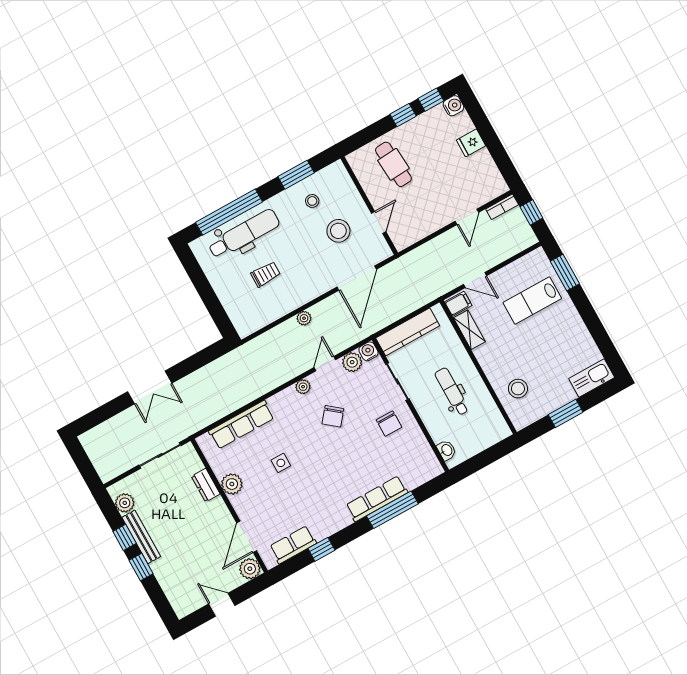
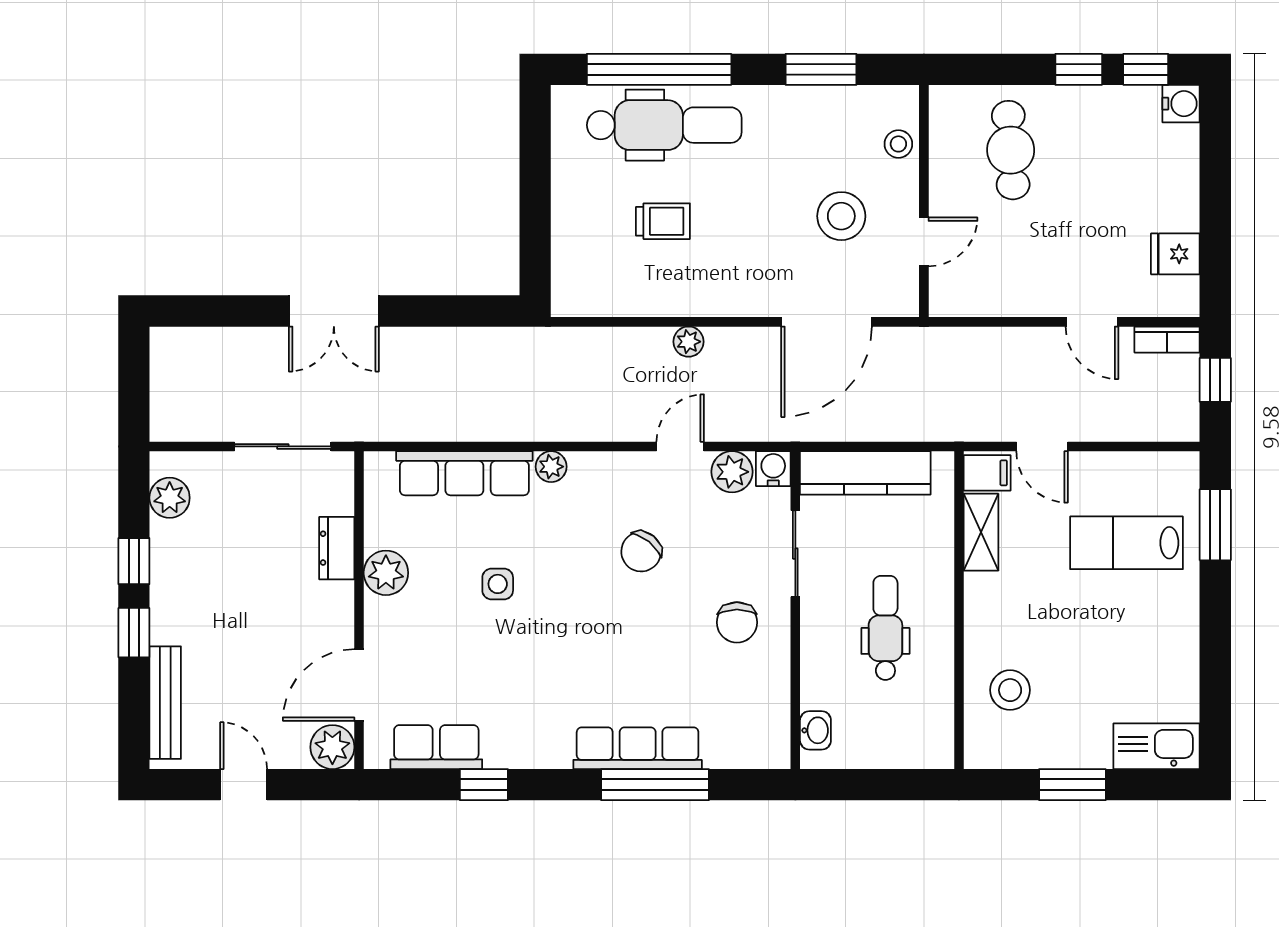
fridge: (471, 143) -> (1175, 254), moved
stool: (312, 201) -> (898, 144), moved
door: (467, 217) -> (1092, 322), hinge flipped
plant: (303, 387) -> (551, 467), moved
bench: (141, 537) -> (165, 703), moved

